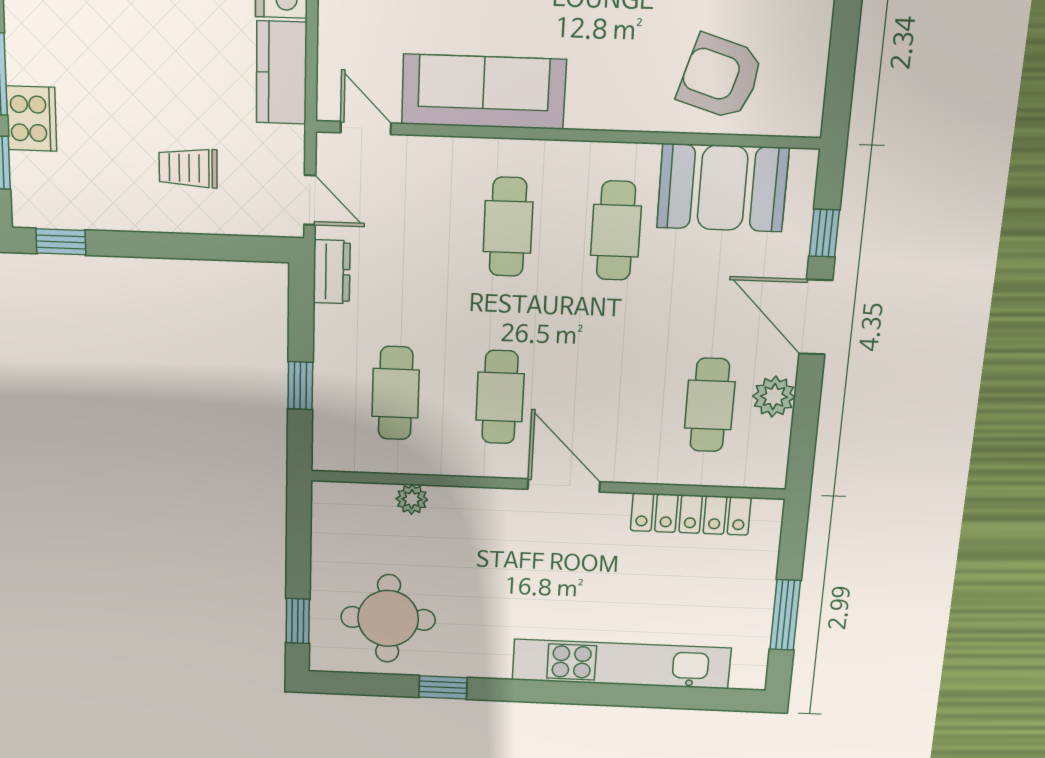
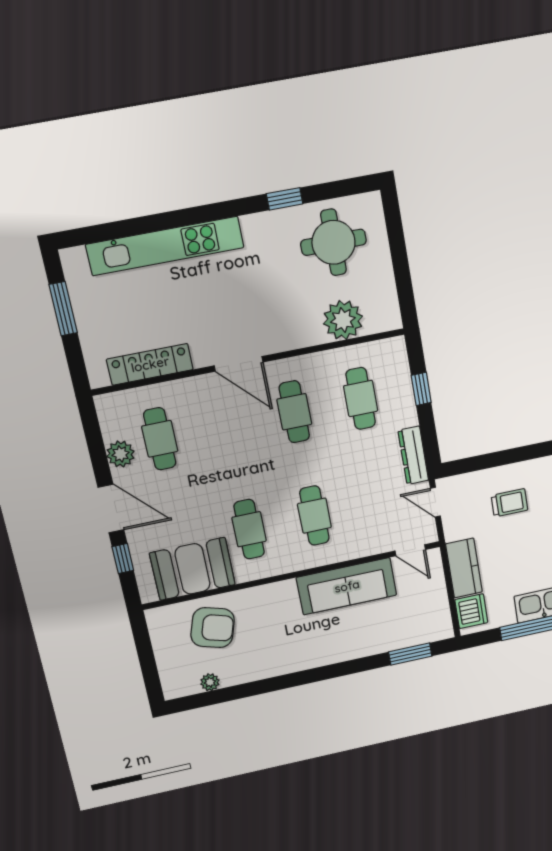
dresser: (332, 272) -> (413, 455), width x1.44
plant: (412, 499) -> (343, 320), width x1.87, depth x1.87
window: (298, 621) -> (394, 226), removed

